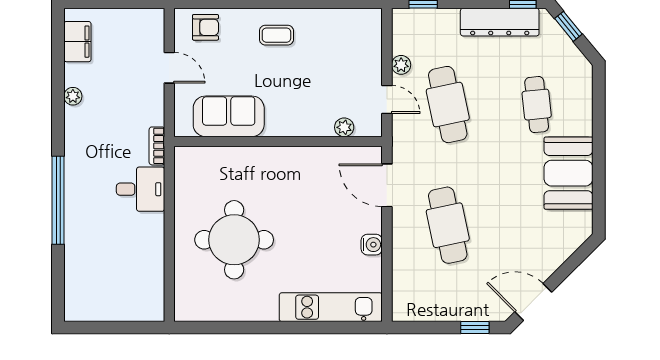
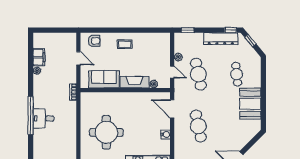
filing cabinet: (77, 42) -> (39, 57), moved
fireplace: (299, 123) -> (134, 82), added
desk: (141, 189) -> (43, 118), moved, turned 180

